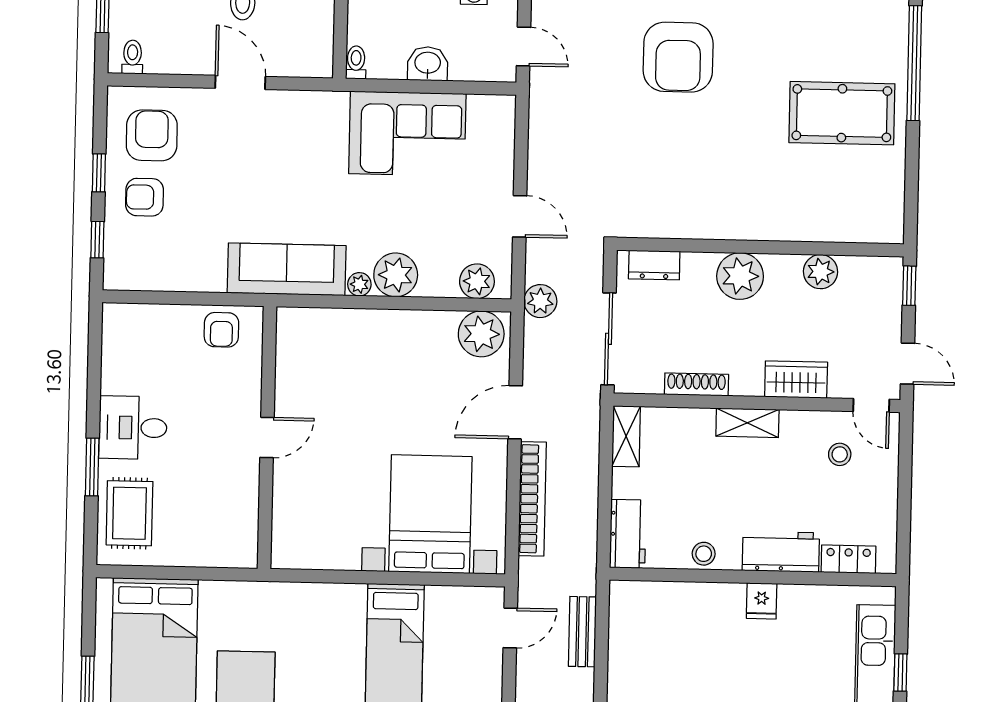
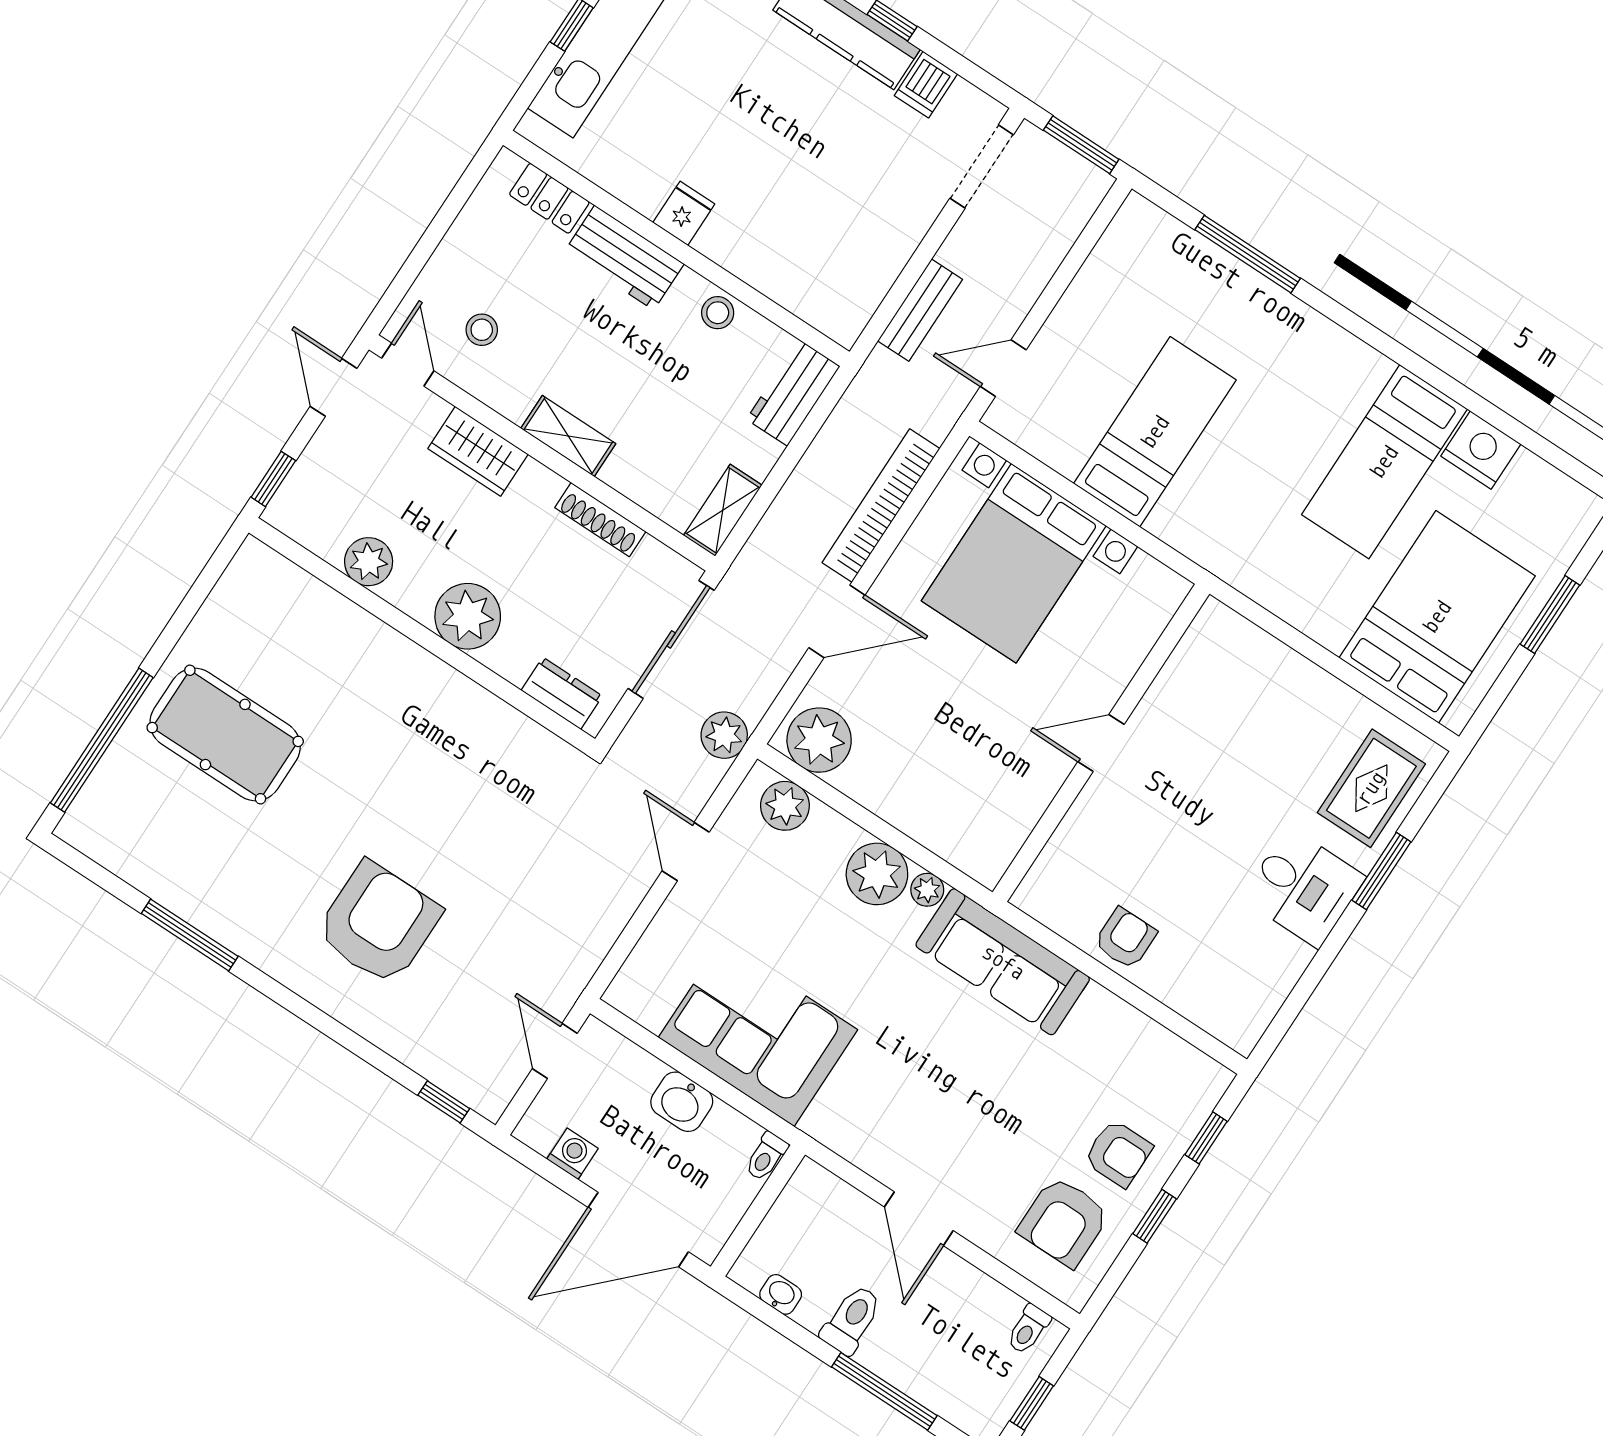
door: (267, 438) -> (1101, 743), moved
wall: (267, 438) -> (1101, 743), moved

